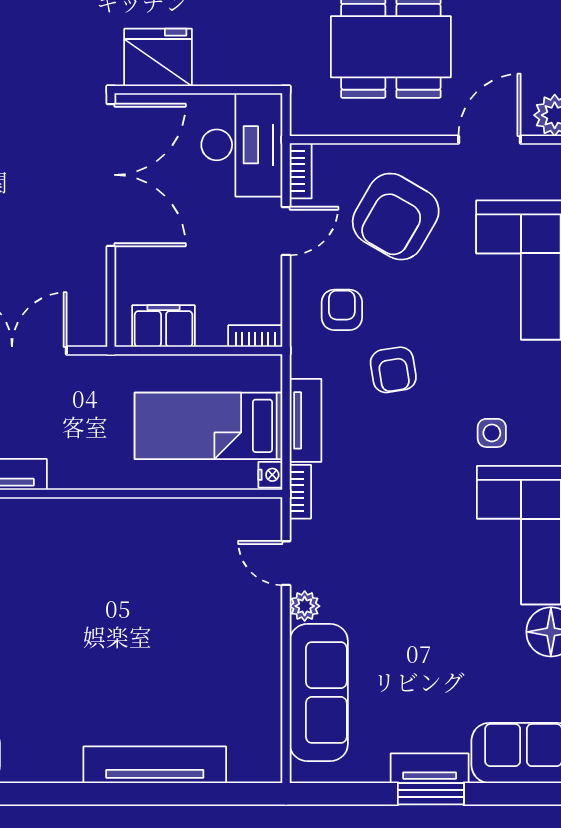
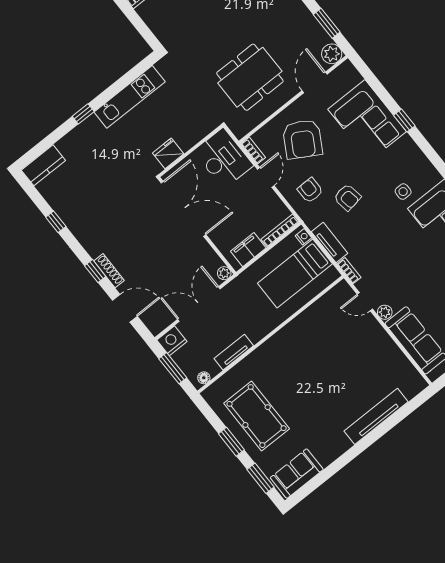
fridge: (158, 57) -> (168, 153), width x0.73, depth x0.75
plant: (94, 333) -> (224, 273), added
bookcase: (255, 336) -> (280, 230), width x1.56
nightstand: (270, 475) -> (303, 237), moved

